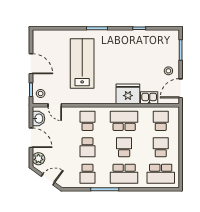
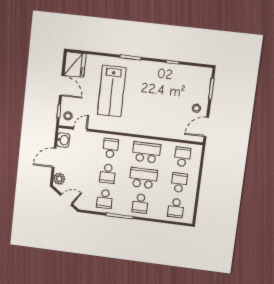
lab bench: (82, 64) -> (112, 91), turned 180
fridge: (128, 94) -> (75, 65), moved, turned 90
kitchen sink: (149, 98) -> (174, 133), removed
door: (55, 105) -> (80, 129), swing flipped
door: (31, 138) -> (54, 158), swing flipped
school desk: (124, 147) -> (143, 178), width x1.85
school desk: (124, 174) -> (140, 203), width x0.54
school desk: (161, 174) -> (176, 208), width x0.54

